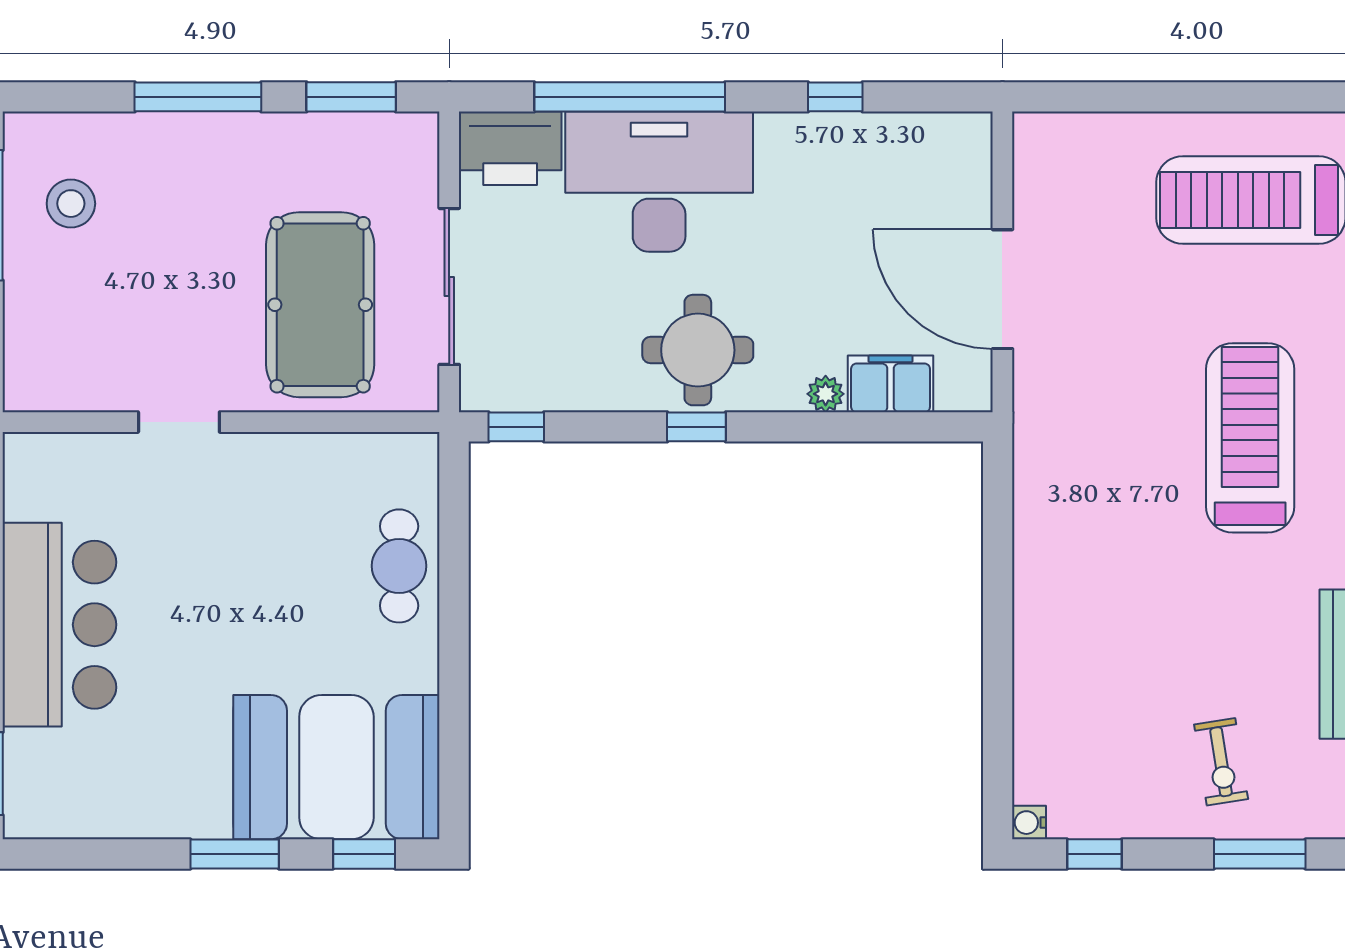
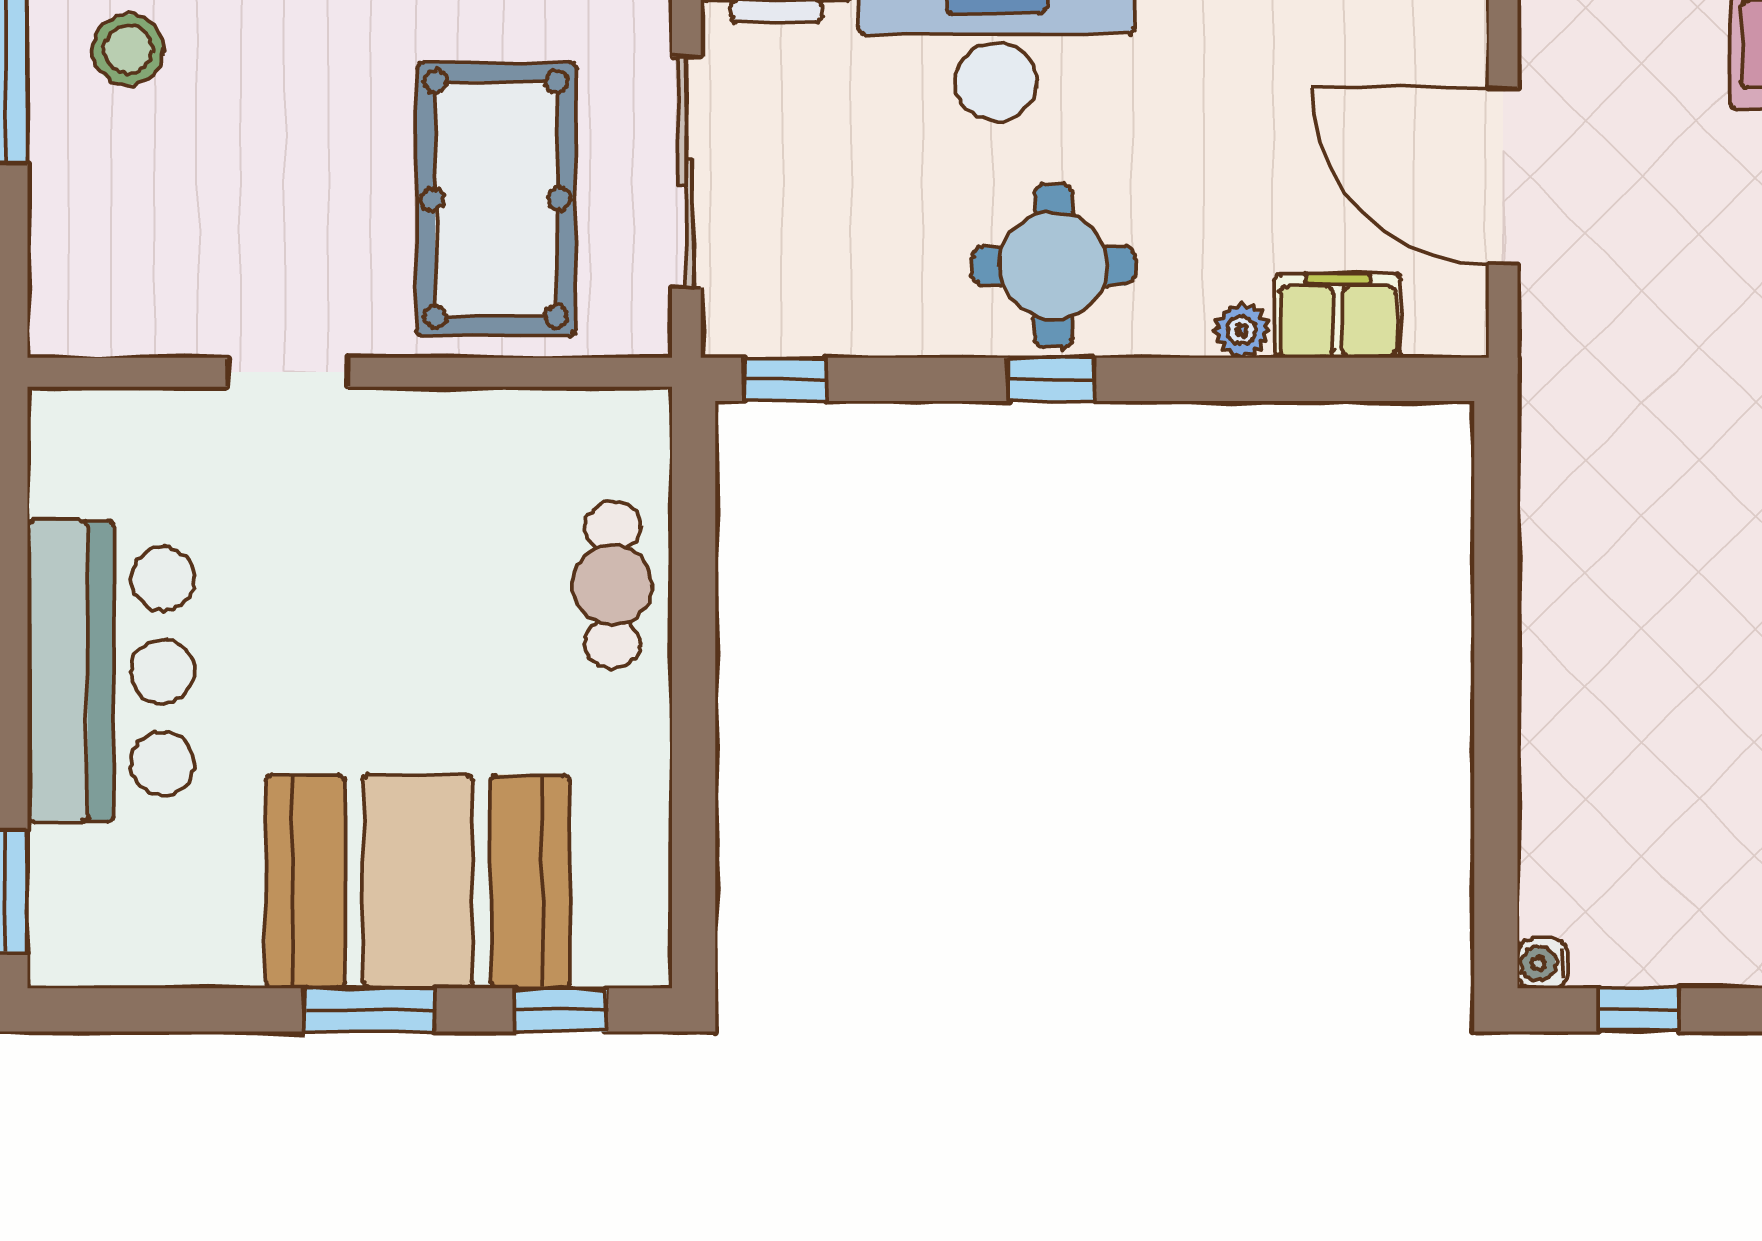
booth: (336, 767) -> (418, 882), moved

